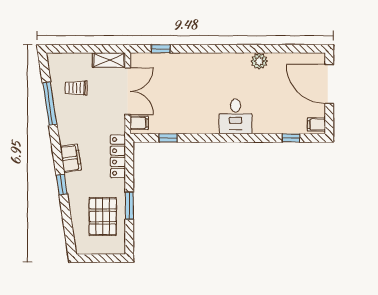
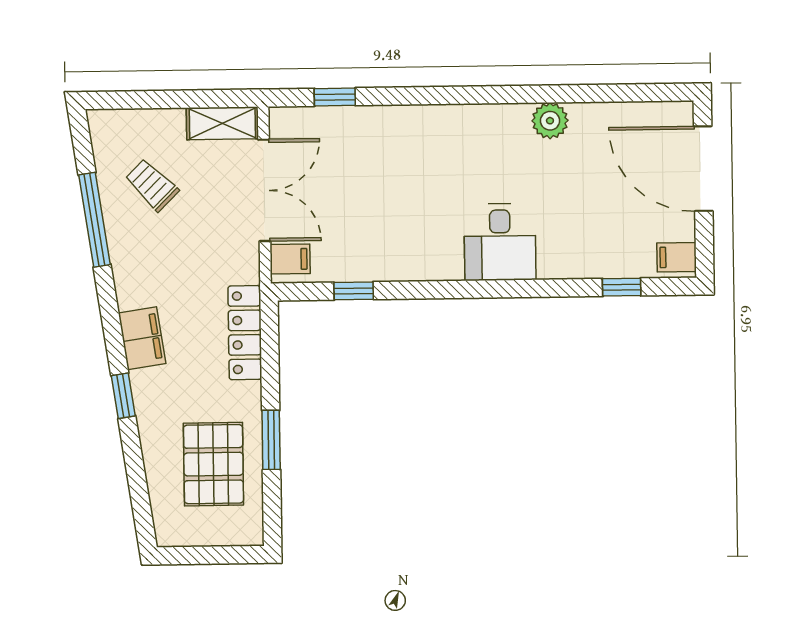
trolley: (76, 88) -> (152, 185), turned 45

